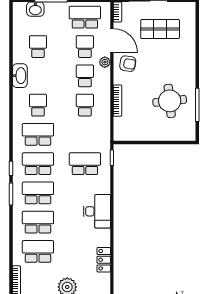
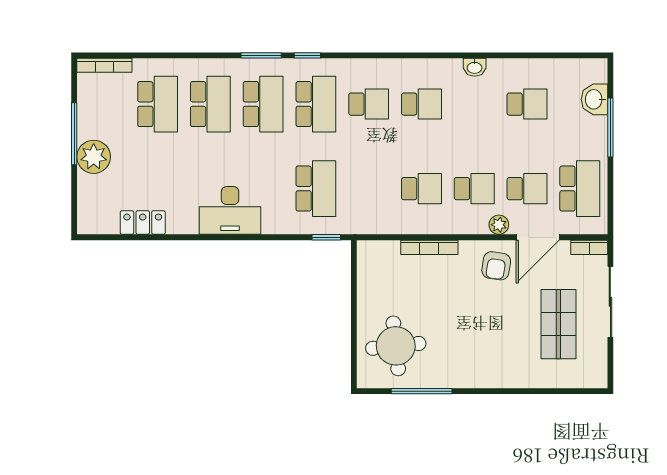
washbasin: (20, 76) -> (475, 67), width x0.52, depth x0.69
round table: (170, 101) -> (396, 346), moved
school desk: (38, 134) -> (369, 104), width x0.54

